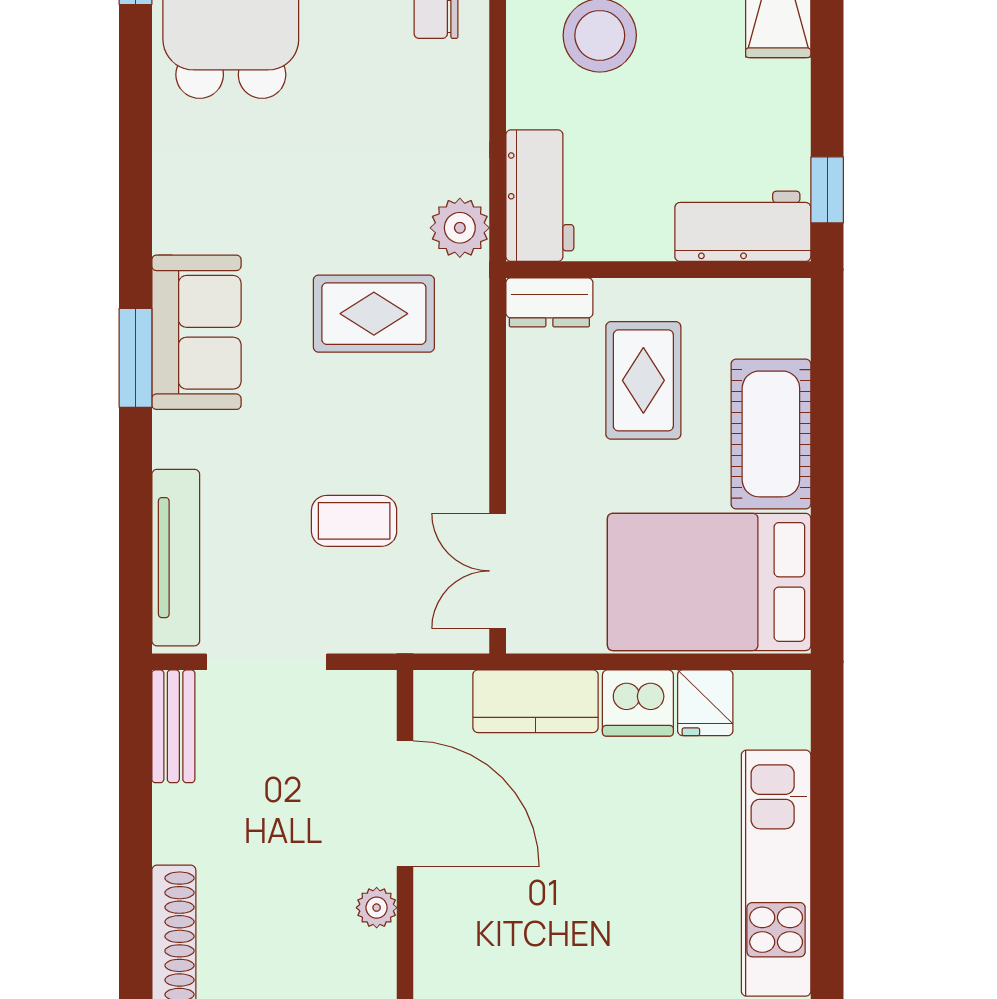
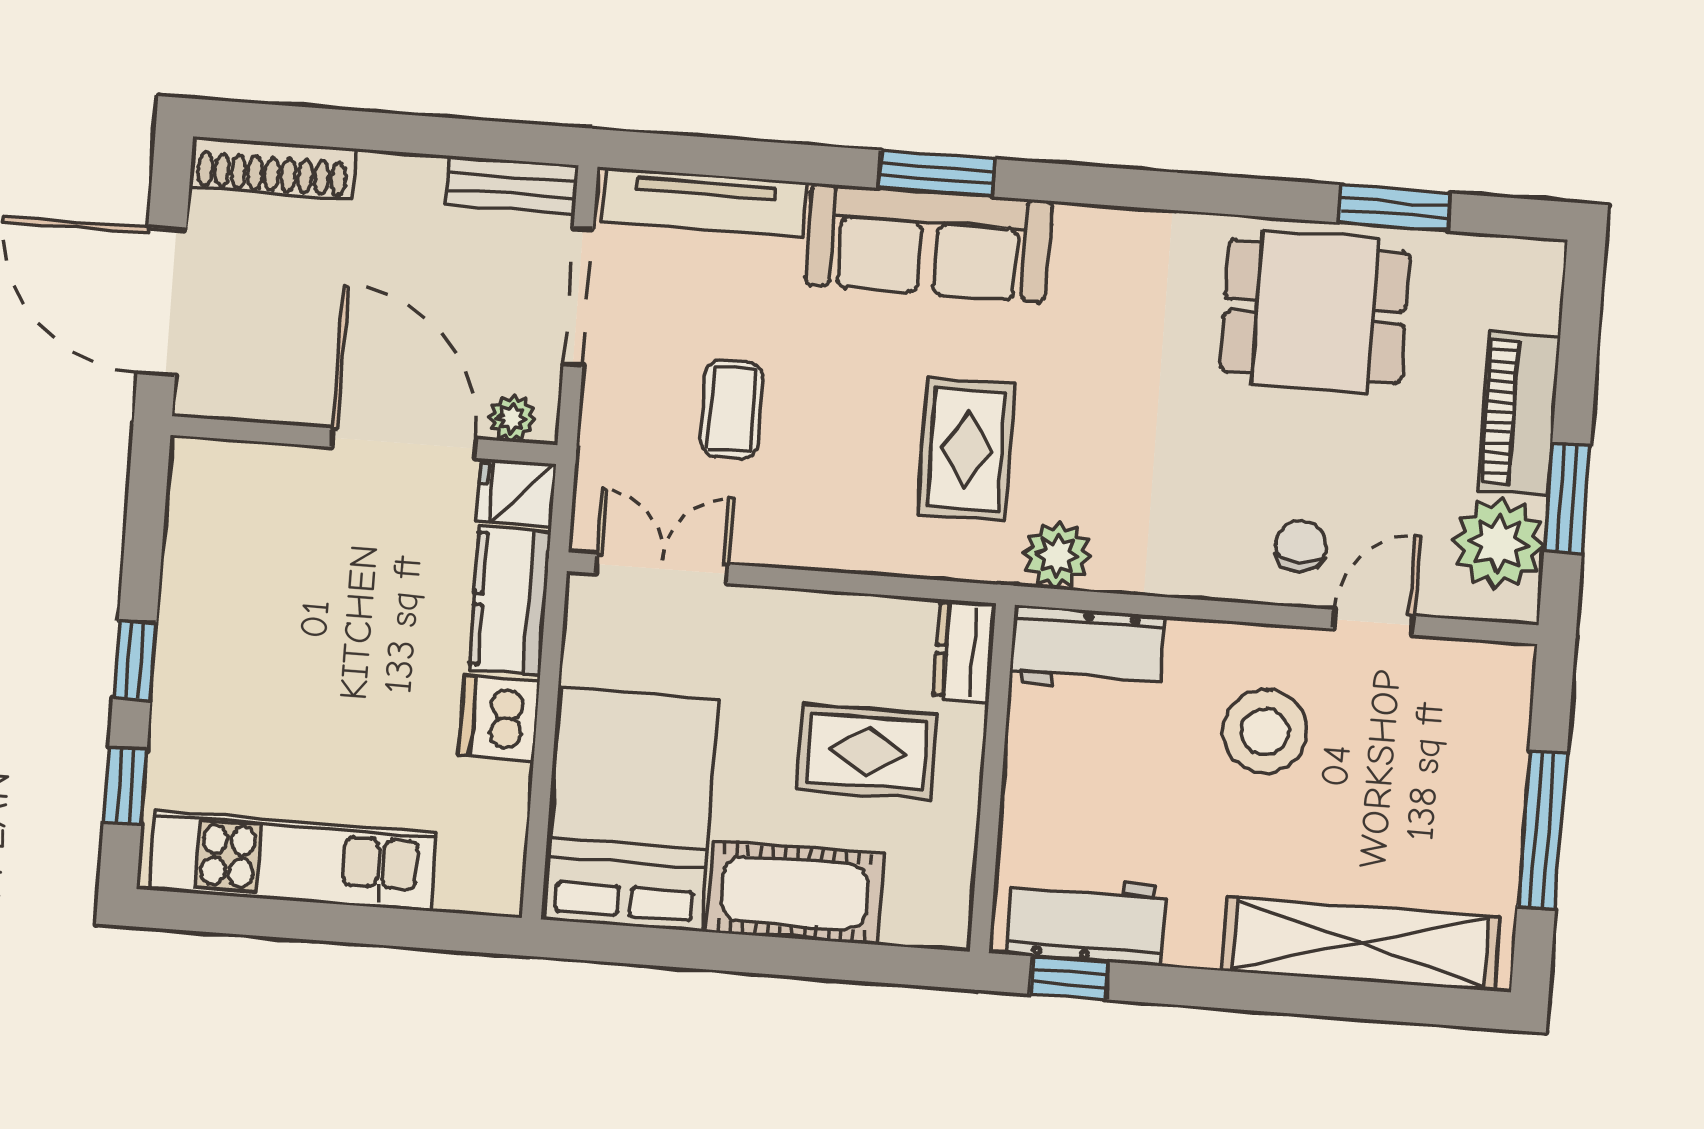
workbench: (743, 226) -> (1086, 920), moved, turned -90
sofa: (196, 332) -> (929, 243), width x1.36
fridge: (705, 703) -> (516, 493), moved
door: (405, 804) -> (404, 443), swing flipped
plant: (377, 908) -> (512, 418), moved

